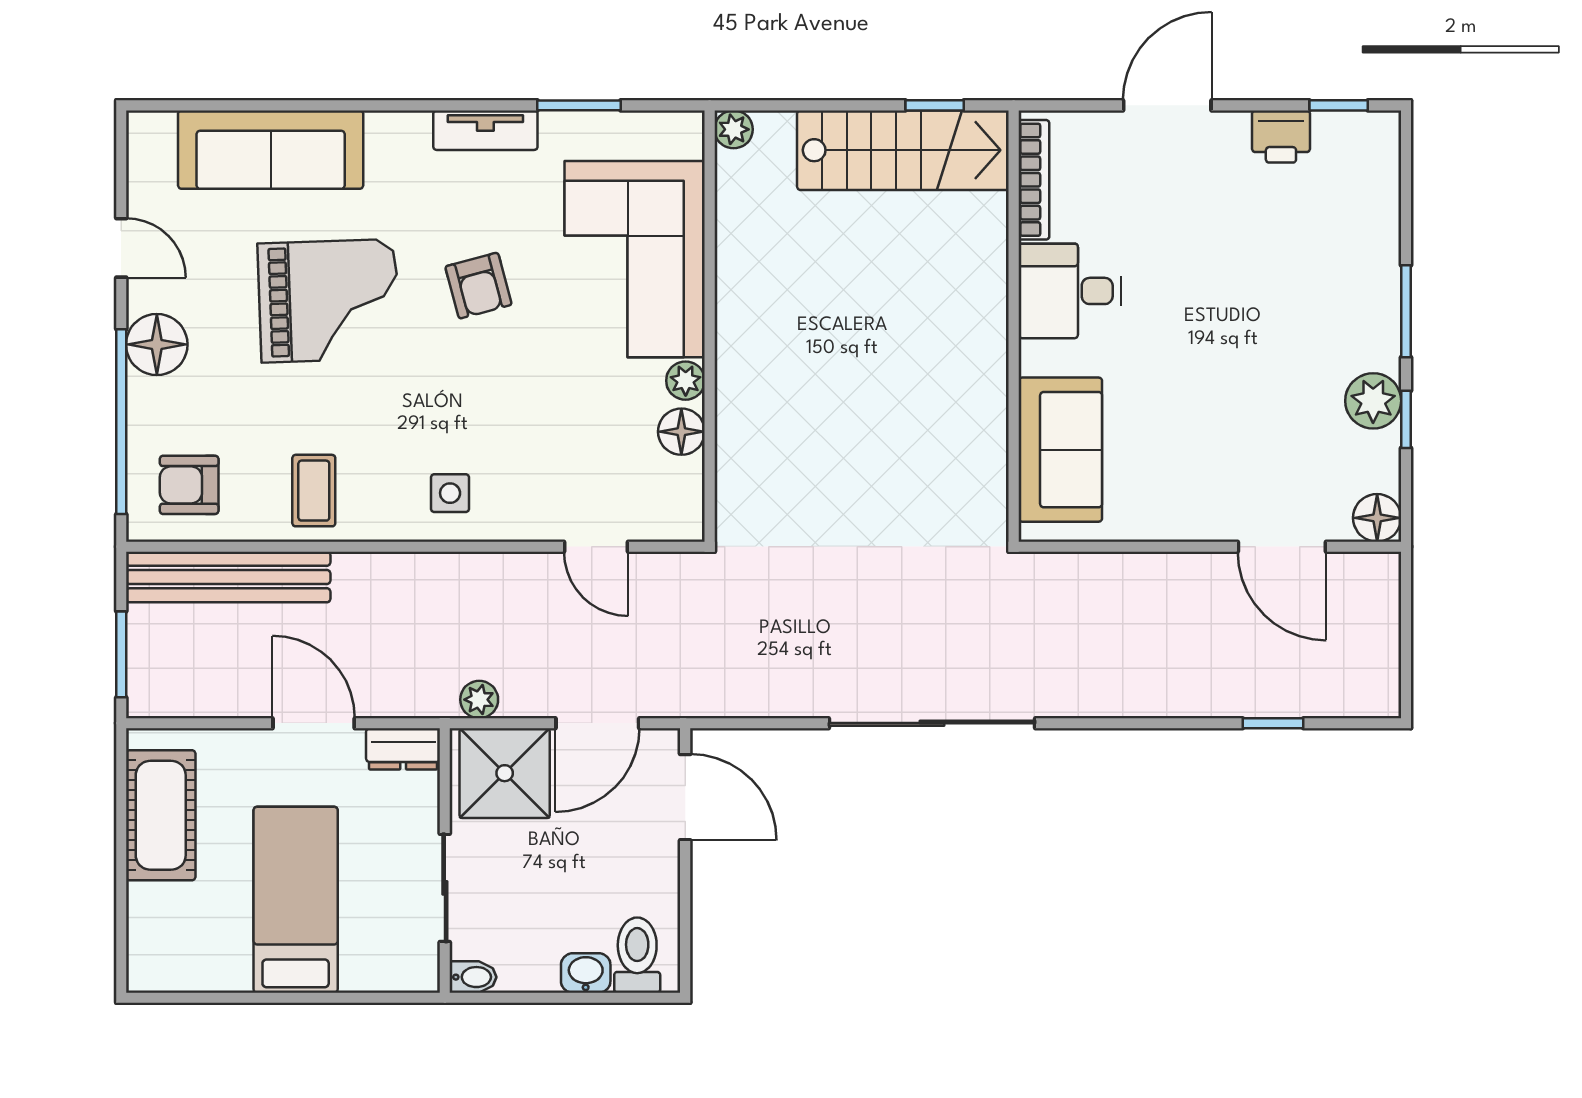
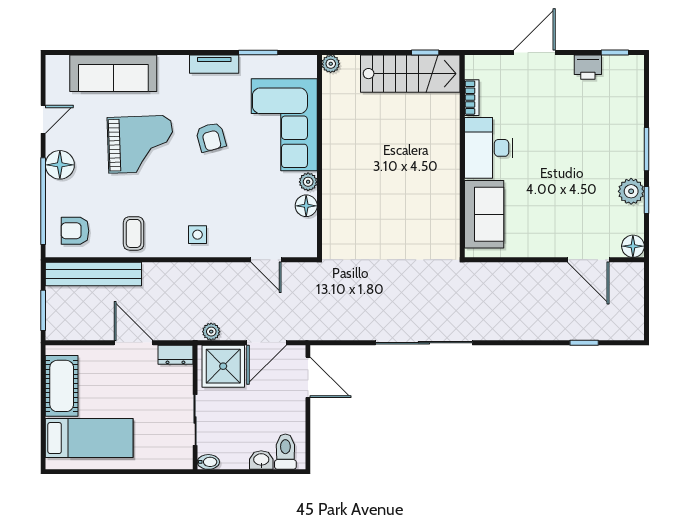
bookcase: (1034, 180) -> (472, 98), width x0.64
door: (121, 248) -> (43, 119), hinge flipped
desk: (1070, 291) -> (489, 148), width x1.37
bed: (296, 900) -> (89, 438), moved, turned 90

